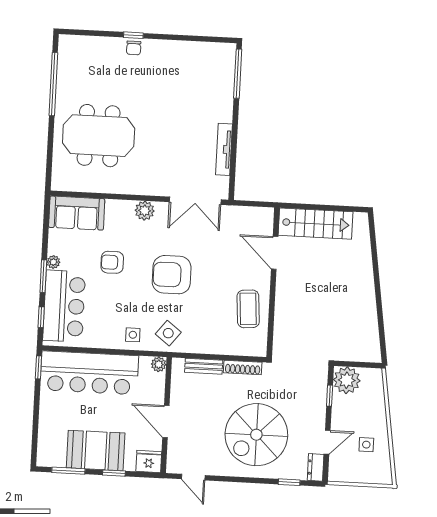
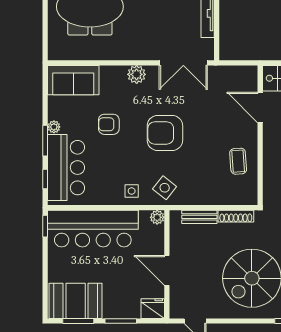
coffee table: (248, 309) -> (238, 161), width x0.73, depth x0.77
booth: (96, 450) -> (76, 301), moved
window: (114, 473) -> (121, 321), width x1.50

